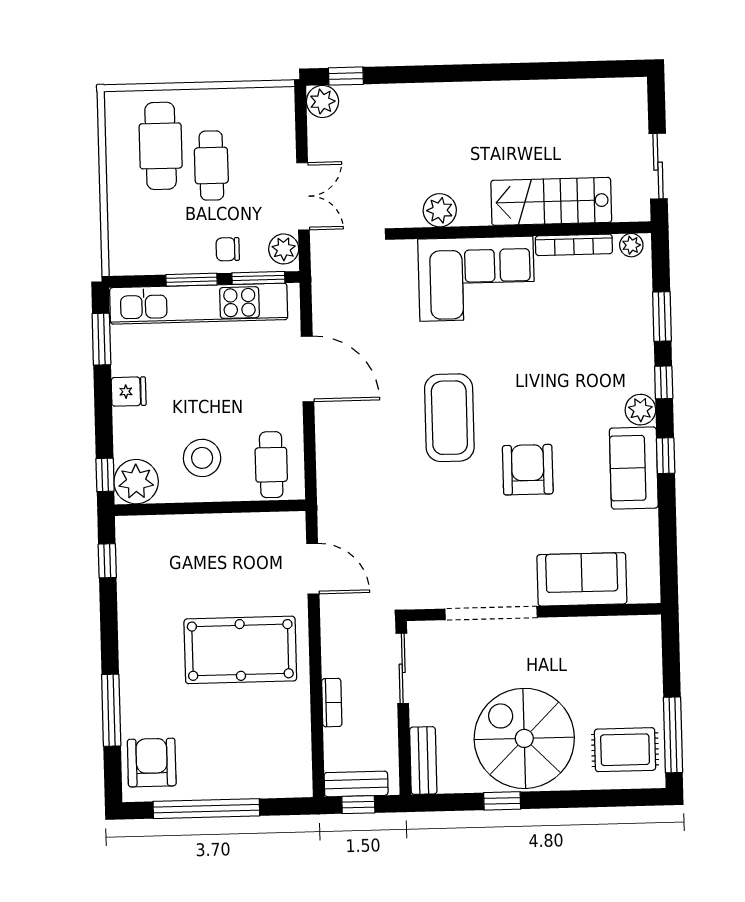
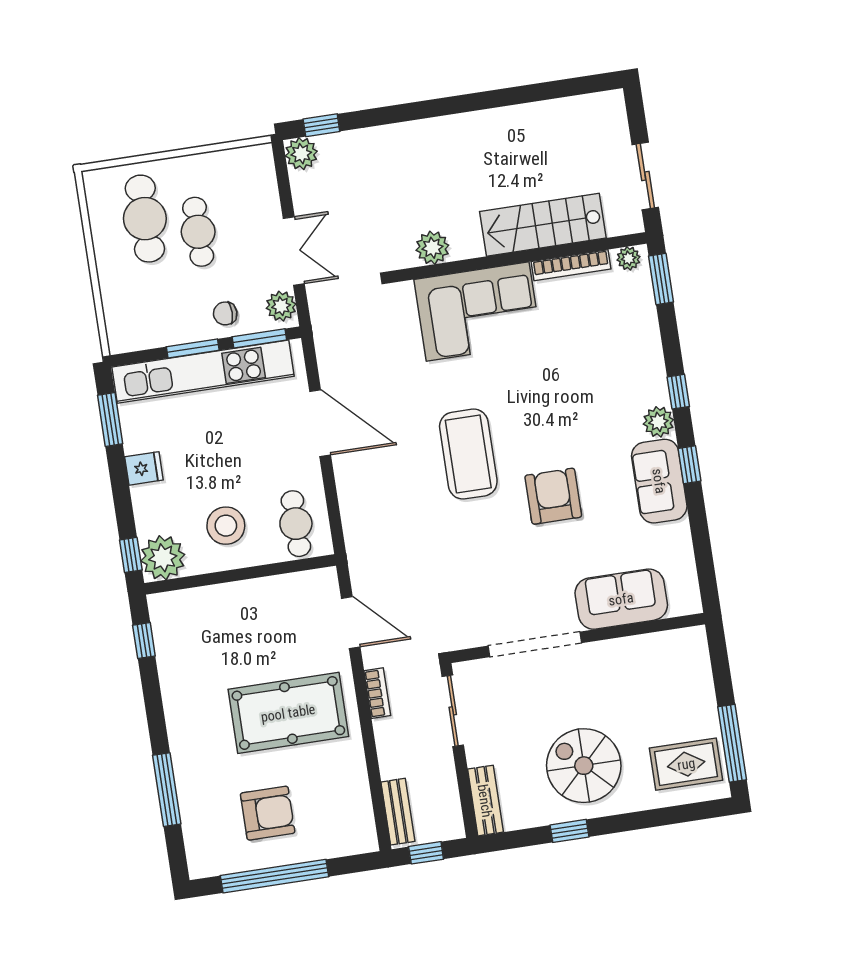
window: (662, 317) -> (661, 279), moved
bookcase: (332, 703) -> (377, 693), moved
spiral stairs: (524, 738) -> (584, 766), width x0.73, depth x0.73
armchair: (152, 763) -> (268, 813), moved, turned 90
bench: (356, 784) -> (398, 812), moved, turned 90

